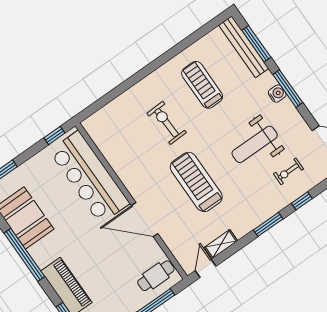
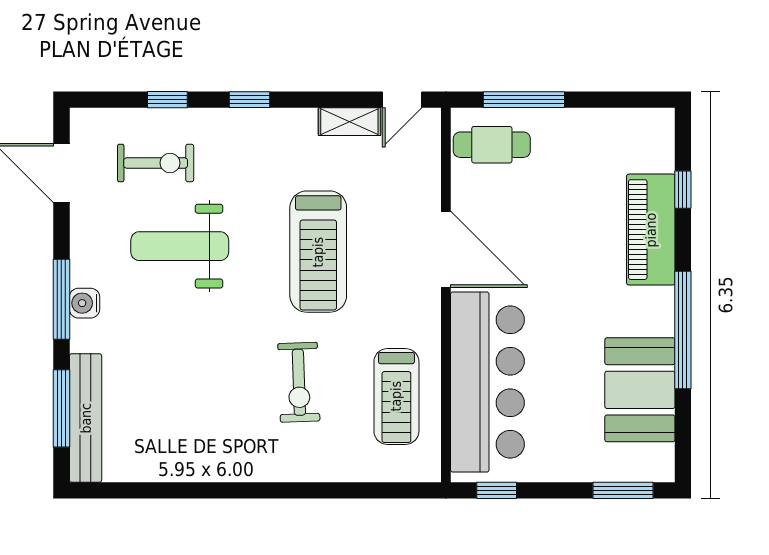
treadmill: (202, 85) -> (396, 396), moved
weight bench: (255, 144) -> (180, 246), turned 180
exercise bike: (288, 171) -> (156, 163), width x1.38, depth x1.39
window: (268, 224) -> (250, 100), width x0.67

